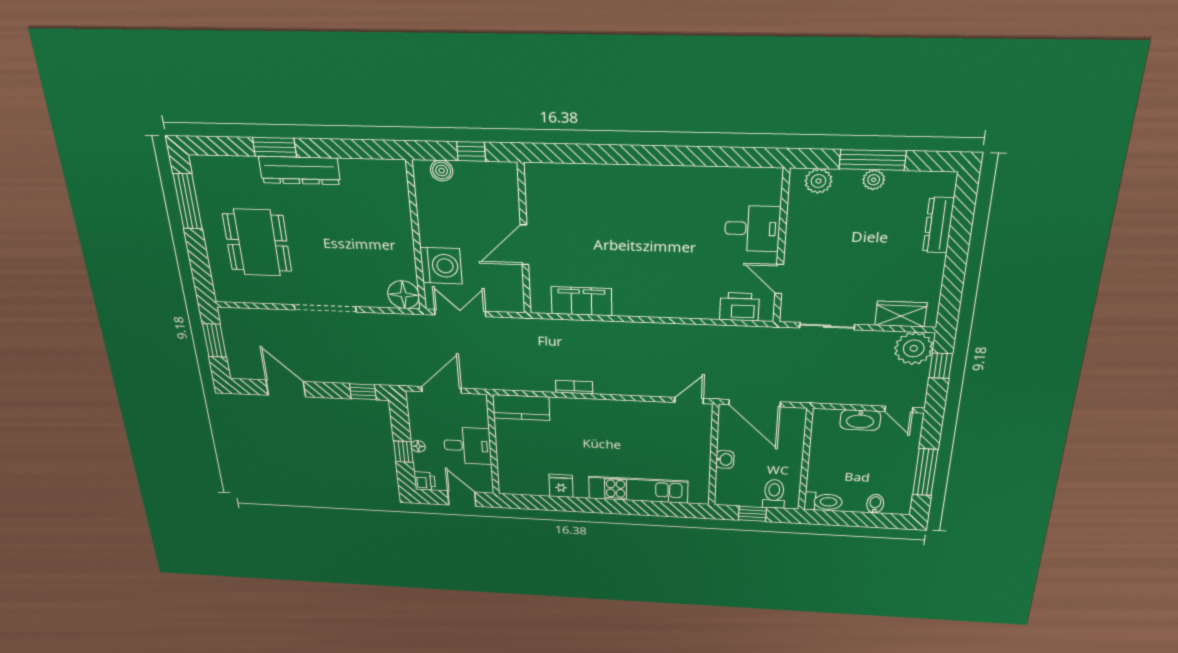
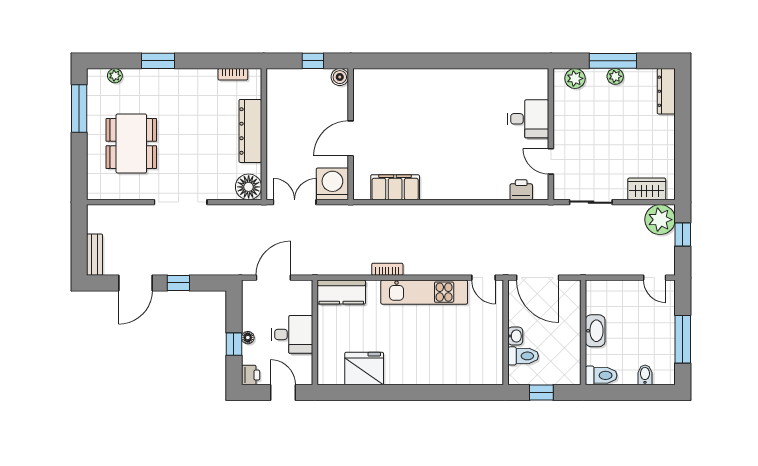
plant: (224, 164) -> (115, 76), added
bookcase: (370, 166) -> (233, 74), added
dresser: (299, 170) -> (250, 131), moved, turned 90
boiler: (442, 171) -> (340, 77), moved
dresser: (938, 225) -> (666, 91), moved
washing machine: (441, 266) -> (332, 184), moved, turned -90
printer: (739, 307) -> (521, 190), width x0.73, depth x0.81
window: (214, 340) -> (79, 237), removed
bench: (235, 358) -> (95, 255), added
door: (286, 388) -> (135, 283), swing flipped
window: (363, 392) -> (178, 283), moved
door: (689, 400) -> (484, 278), swing flipped
washbasin: (860, 420) -> (595, 331), moved, turned -90
fridge: (561, 486) -> (364, 369), width x1.88, depth x1.34
kitchen unit: (638, 490) -> (424, 292), moved, turned 180
toilet: (774, 494) -> (523, 356), moved, turned 90

